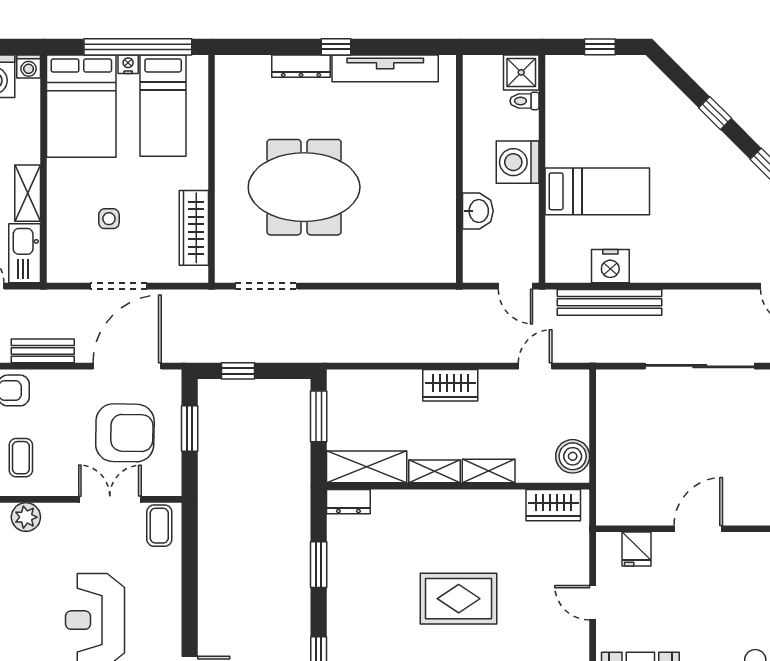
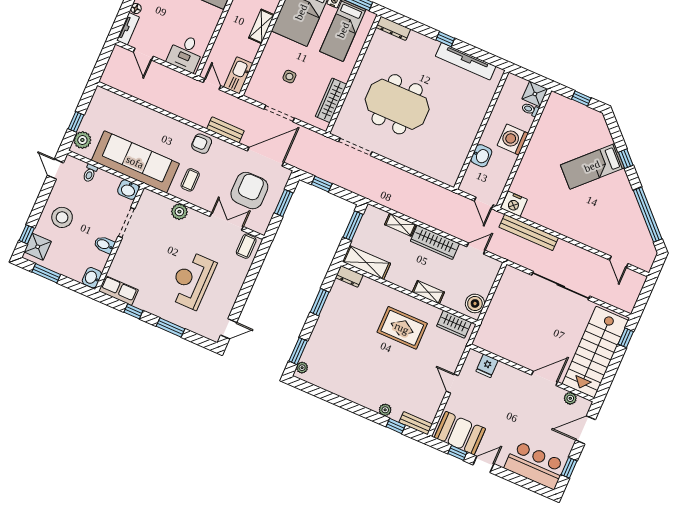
dresser: (301, 66) -> (393, 28), moved
bed: (597, 191) -> (592, 166), moved, turned 135
shelving: (28, 193) -> (261, 26), moved
nightstand: (610, 266) -> (514, 204), moved
wardrobe: (450, 385) -> (435, 242), width x1.50
armchair: (125, 433) -> (249, 191), turned -91
shelving: (435, 471) -> (400, 225), moved
door: (698, 529) -> (545, 378), moved
rug: (459, 599) -> (402, 328), moved

